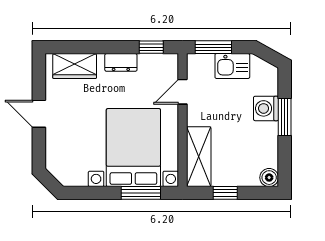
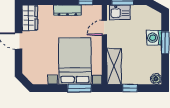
dresser: (121, 62) -> (67, 10), width x1.44
wardrobe: (75, 66) -> (30, 18), moved, turned -90
kitchen sink: (232, 66) -> (120, 12), moved

